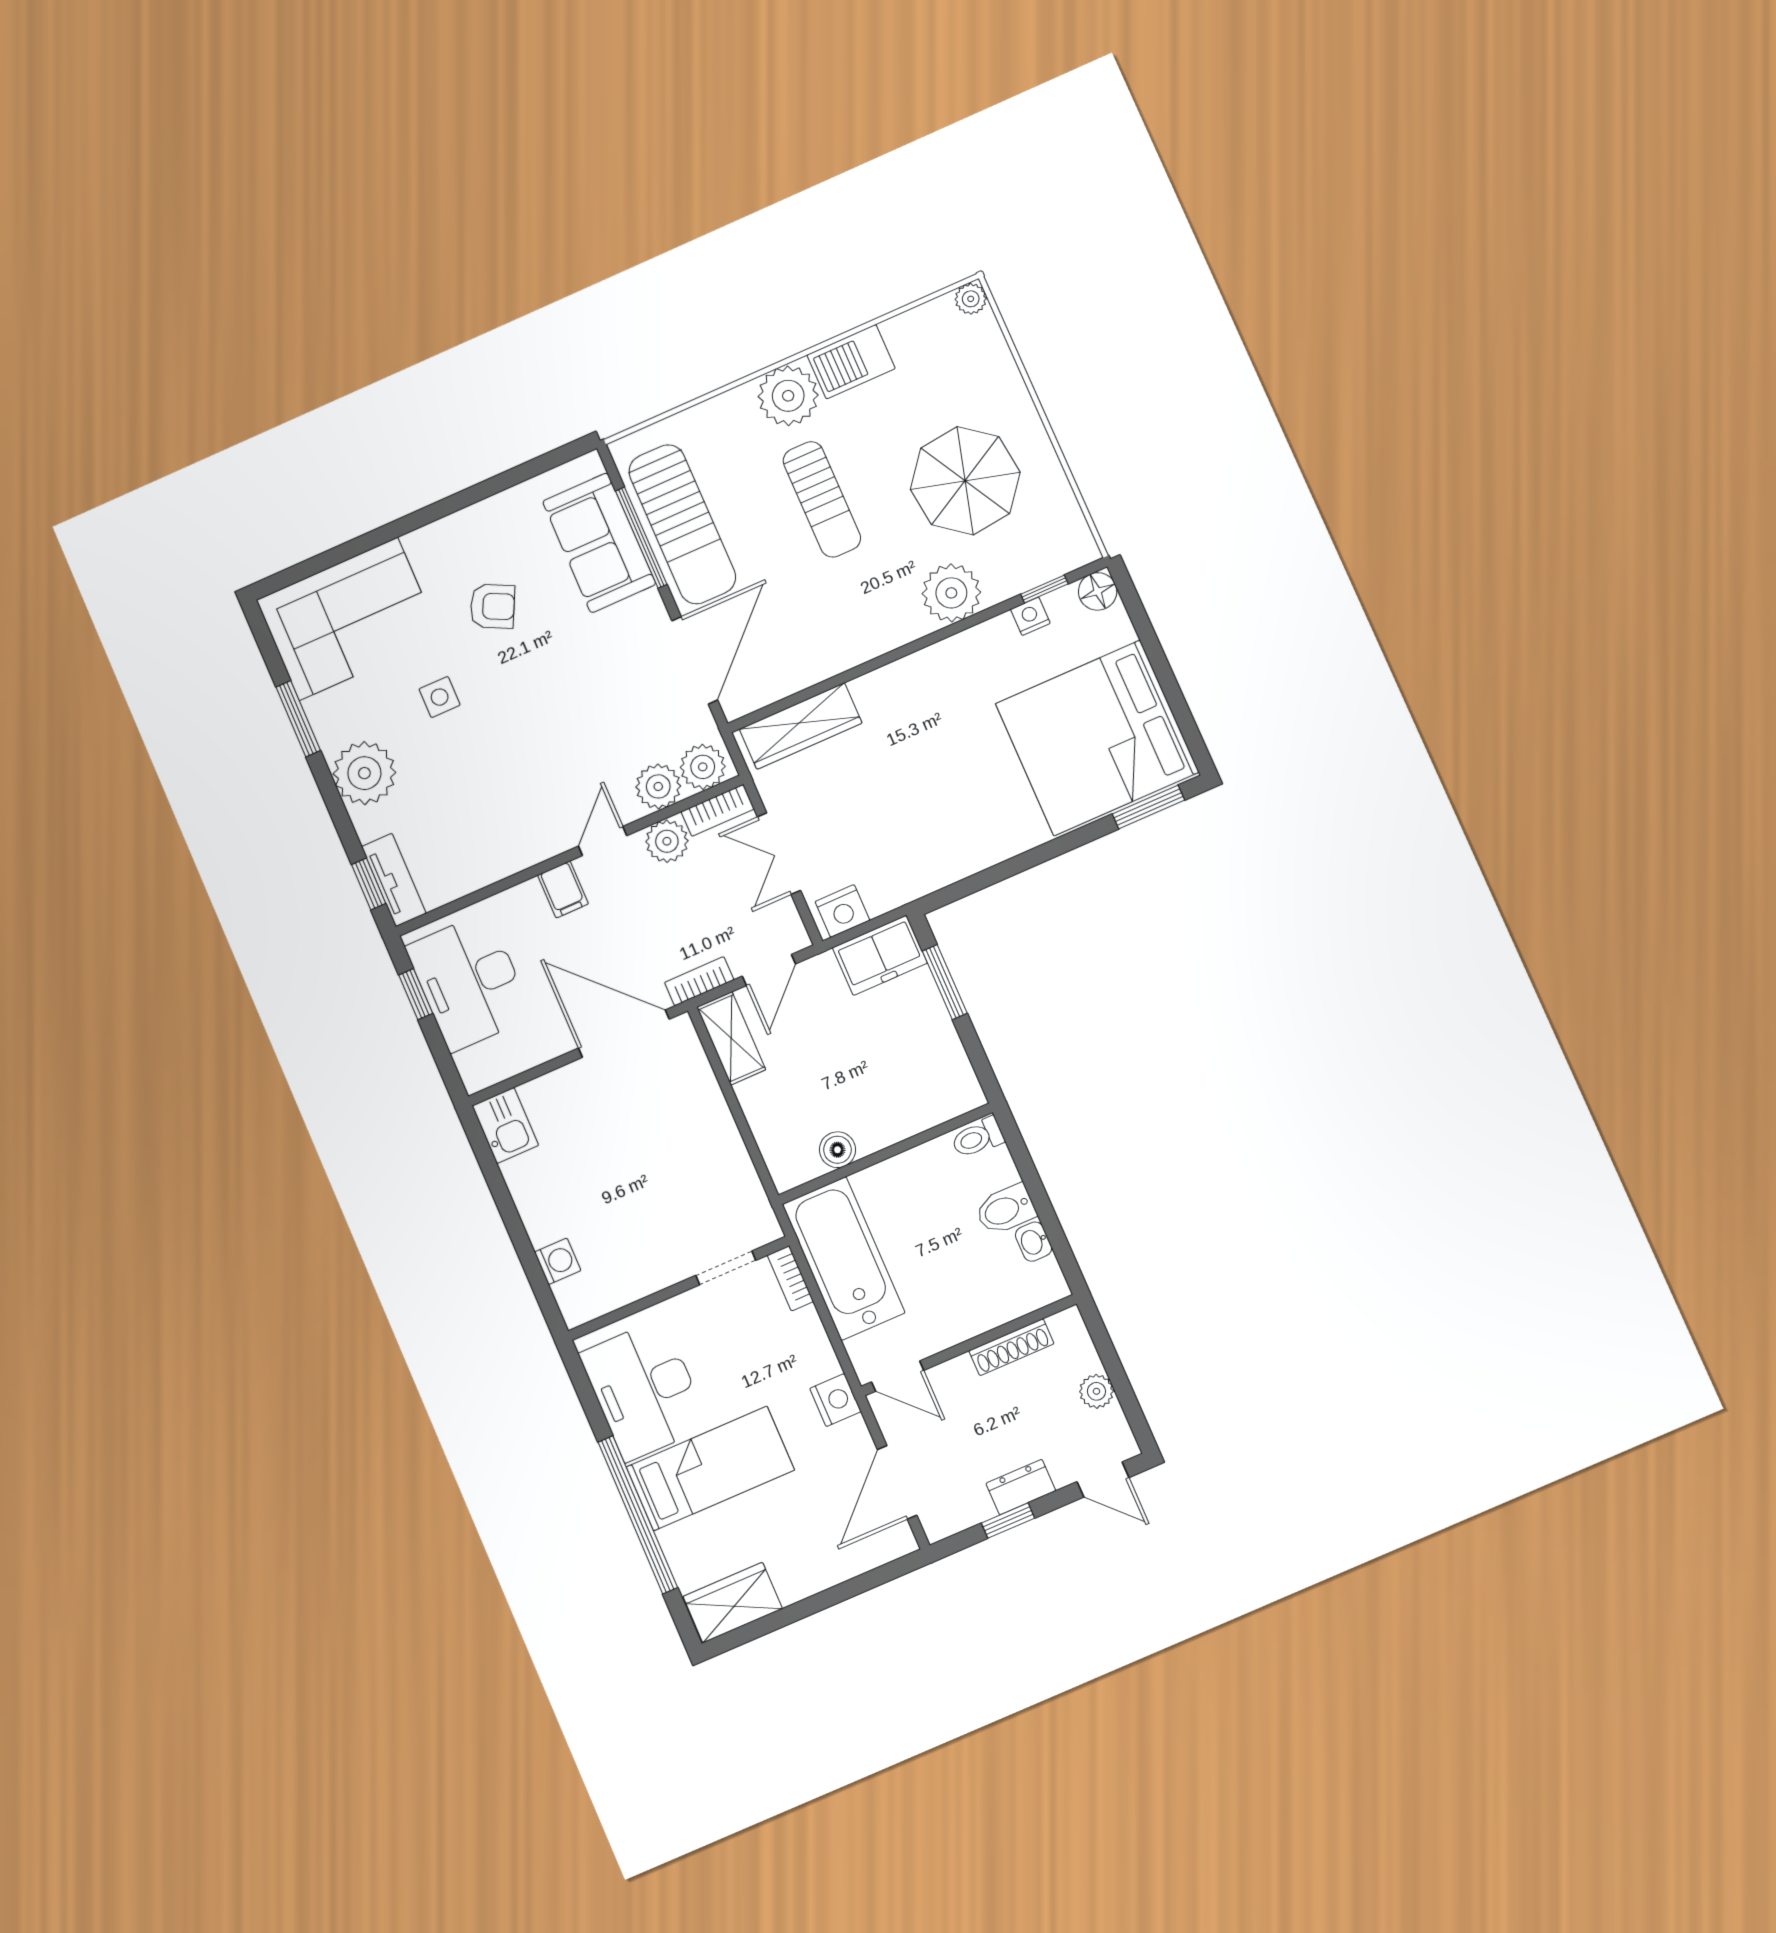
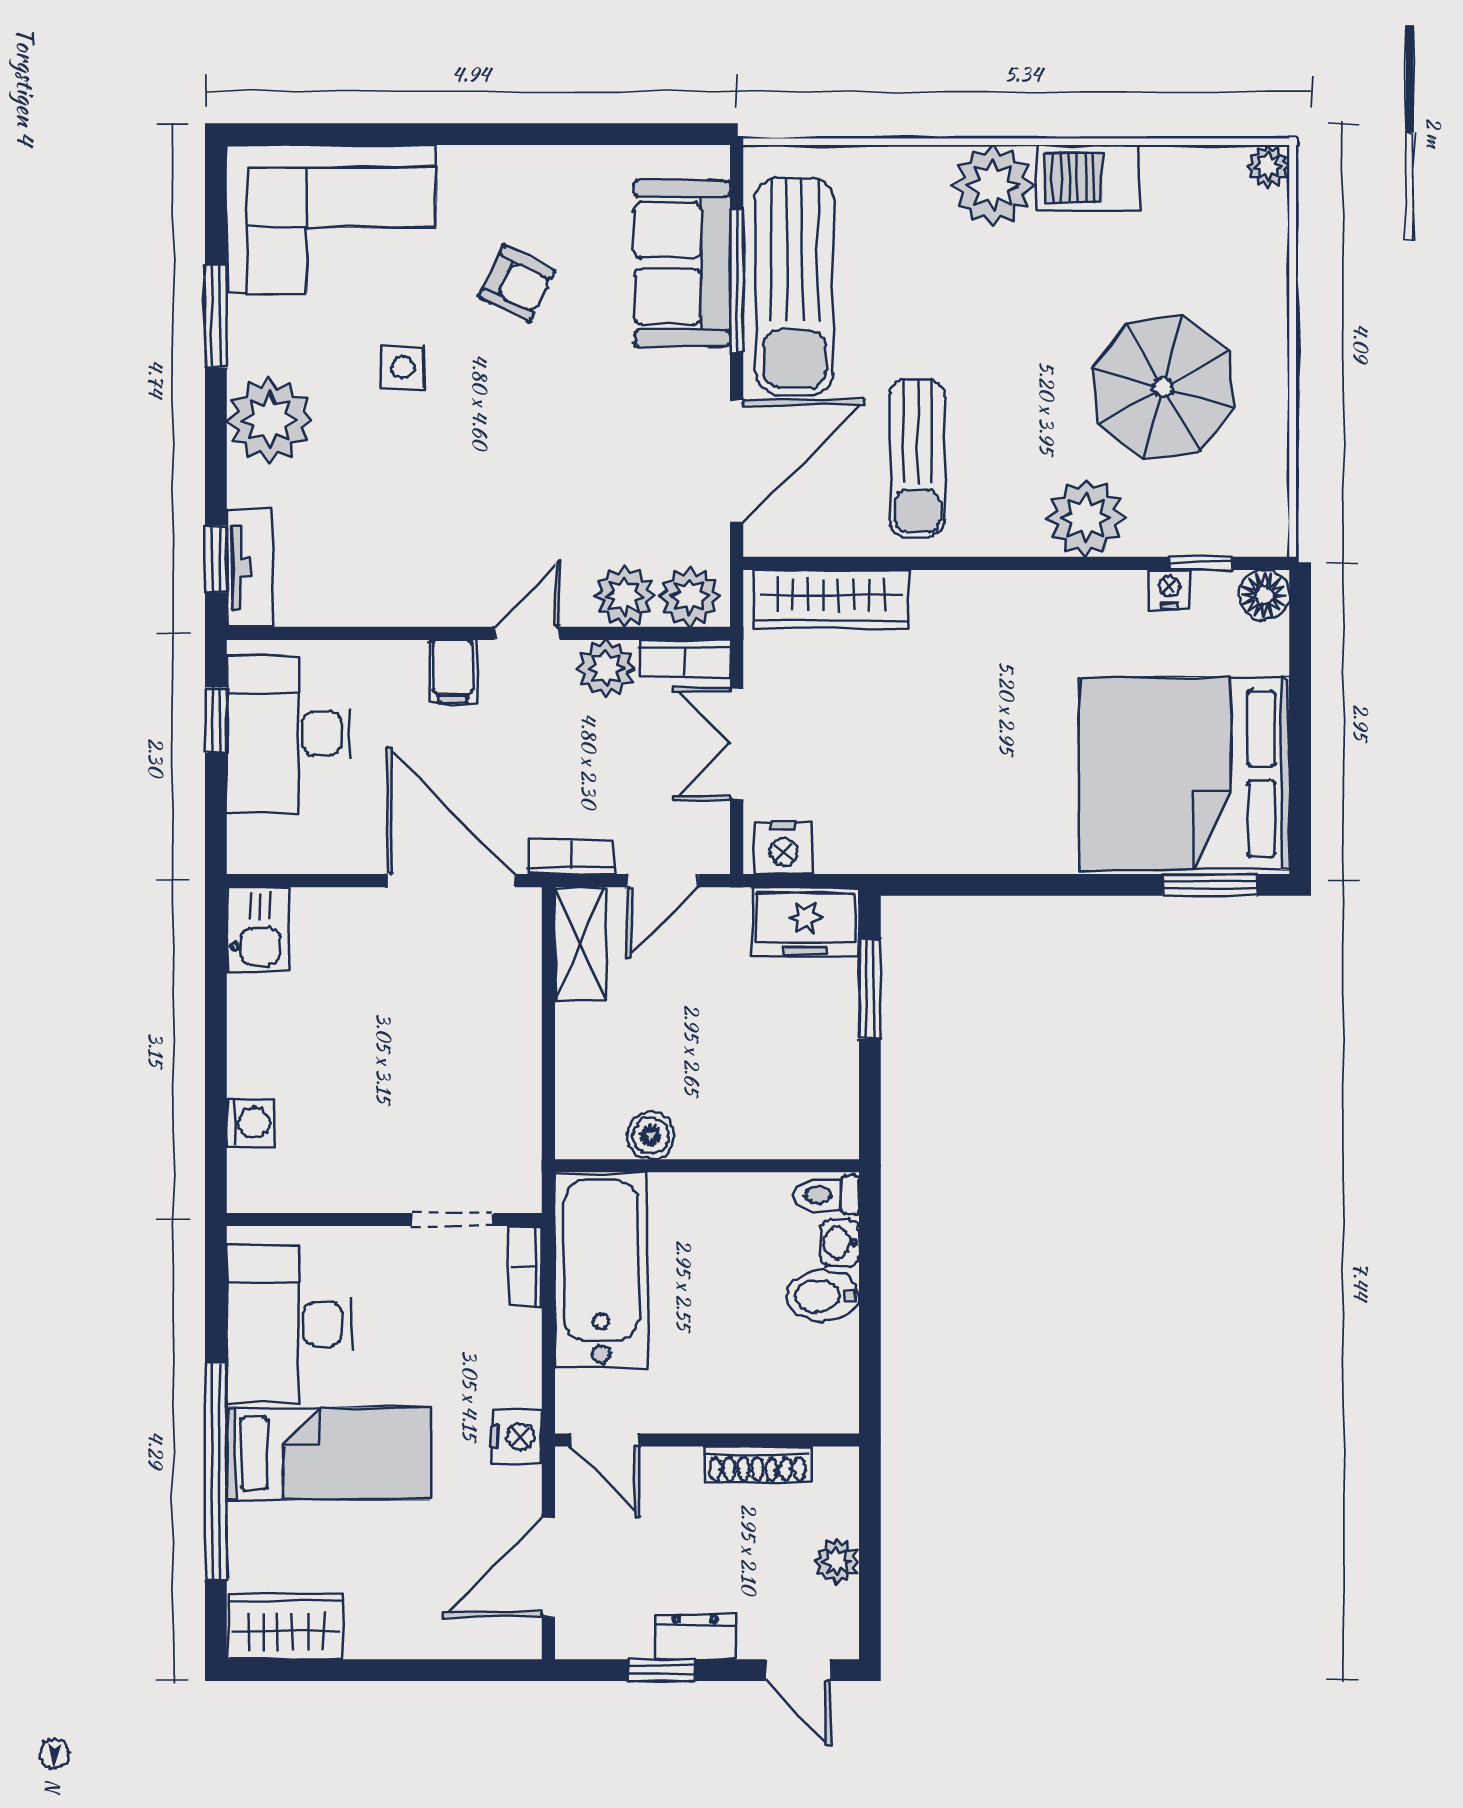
sun lounger: (822, 499) -> (917, 458), moved
washbasin: (1034, 1242) -> (840, 1243), moved

